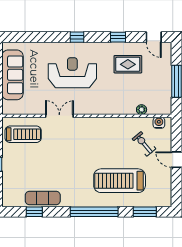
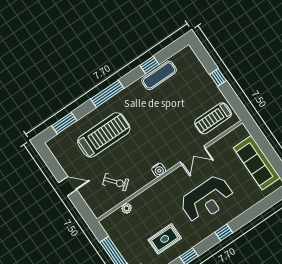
water cooler: (159, 123) -> (159, 170), moved
exercise bike: (144, 144) -> (116, 182), moved
window: (34, 212) -> (149, 65), moved
window: (94, 212) -> (107, 94), width x0.68

